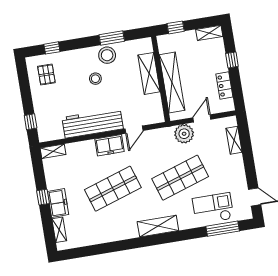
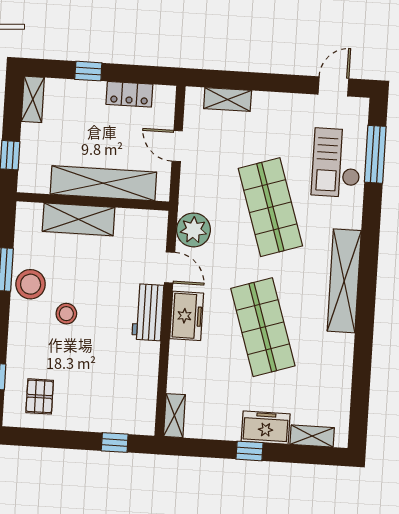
pallet: (46, 74) -> (40, 396), turned 90
workbench: (93, 123) -> (148, 312), width x0.53, depth x0.76
plant: (184, 134) -> (193, 230), moved
shelving: (158, 226) -> (344, 281), width x1.47

